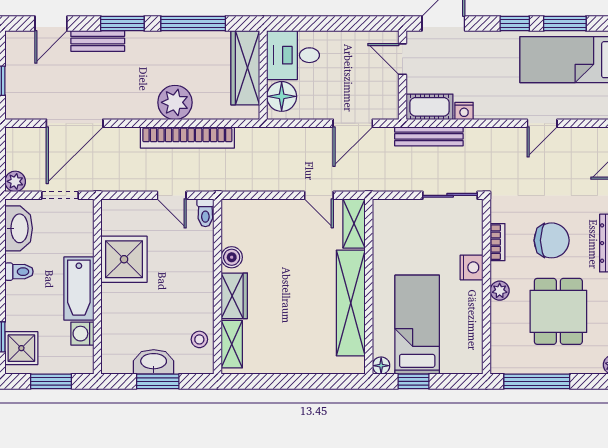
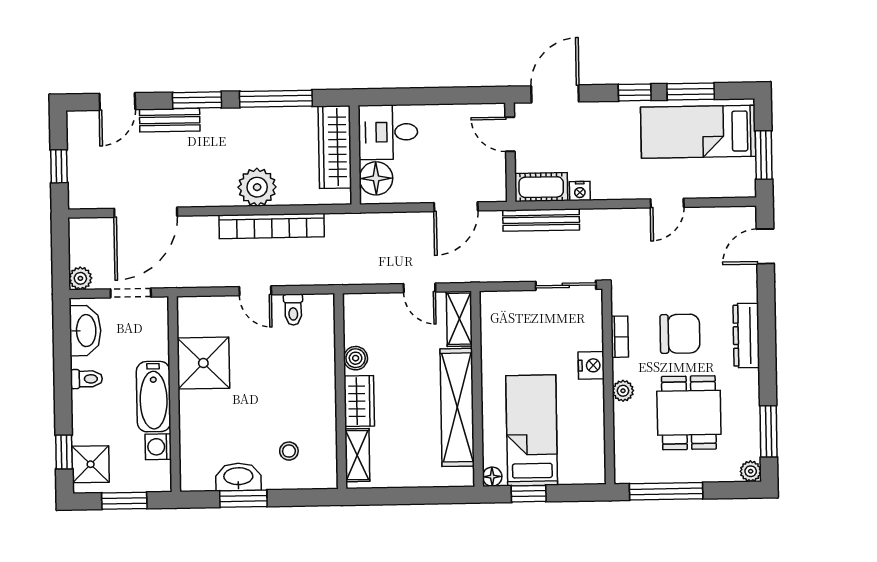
boiler: (232, 257) -> (356, 358), moved
wall: (217, 287) -> (340, 391), moved
wardrobe: (234, 296) -> (359, 401), moved
shelving: (232, 344) -> (357, 455), moved

